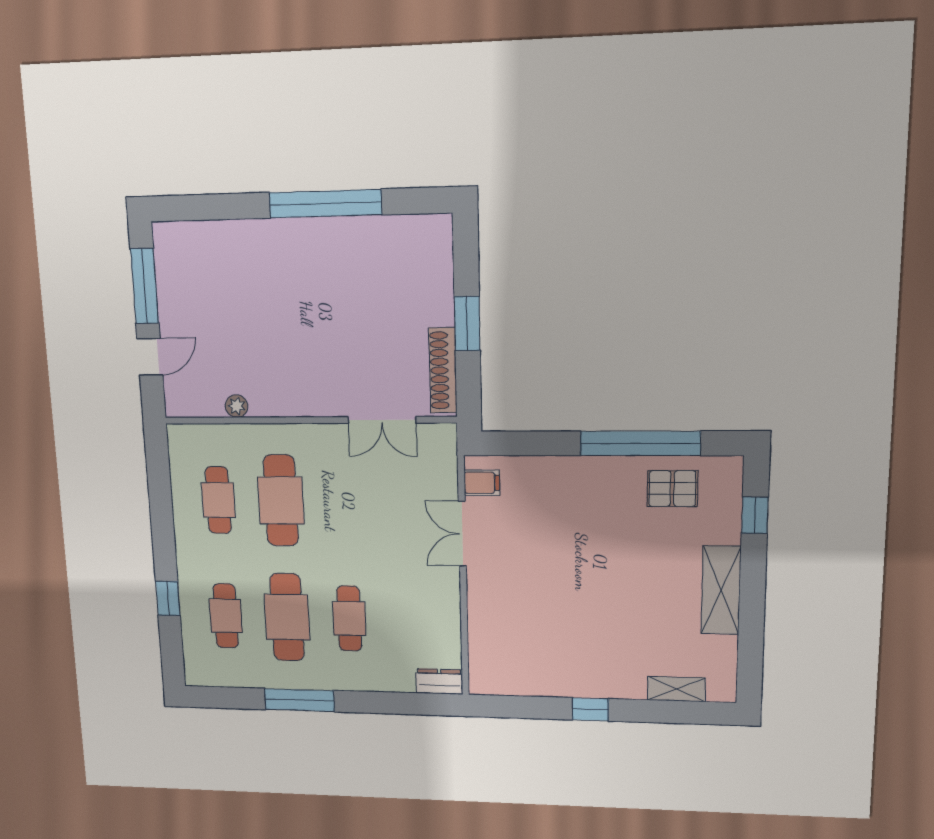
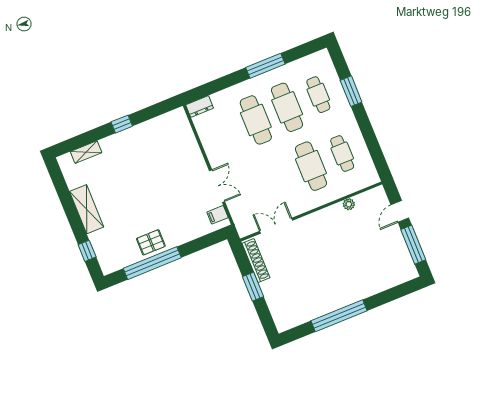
pallet: (672, 489) -> (151, 242), moved
window: (168, 598) -> (351, 91), width x1.50
cafe table: (349, 619) -> (256, 120), width x1.37, depth x1.35

